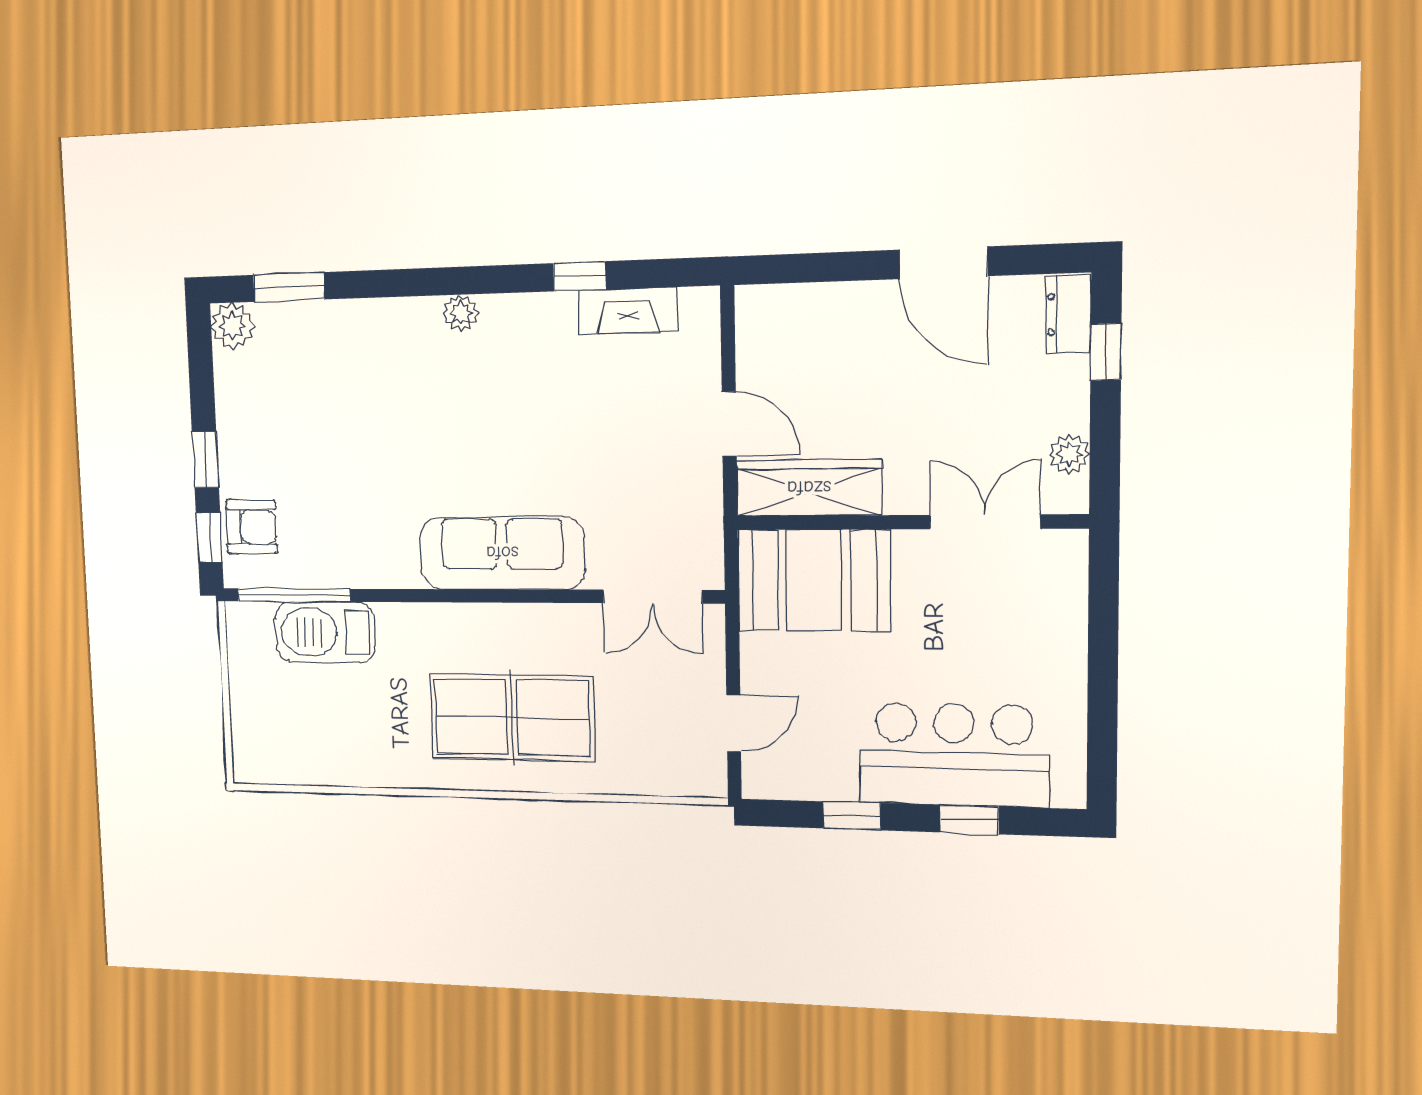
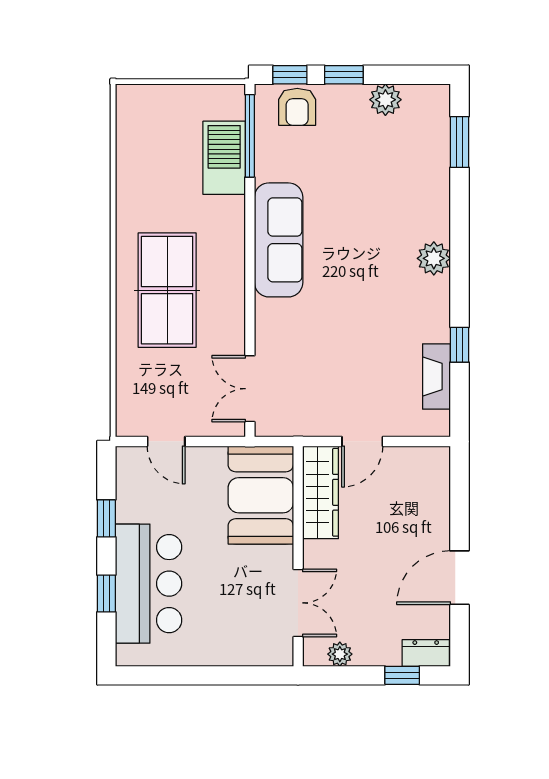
plant: (461, 313) -> (434, 258), width x1.38, depth x1.38
plant: (233, 326) -> (385, 100), moved
sofa: (502, 553) -> (279, 240), moved

